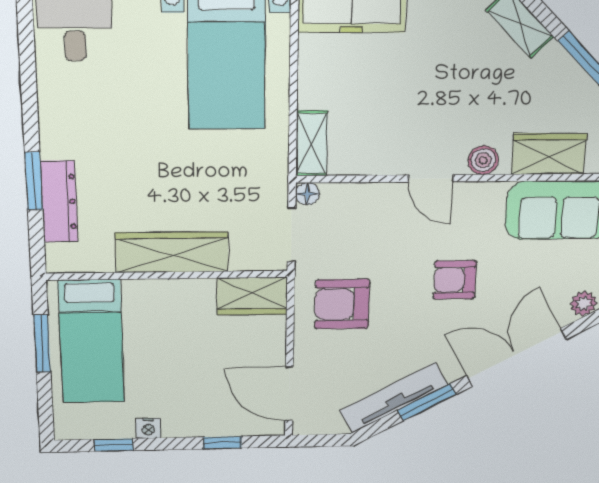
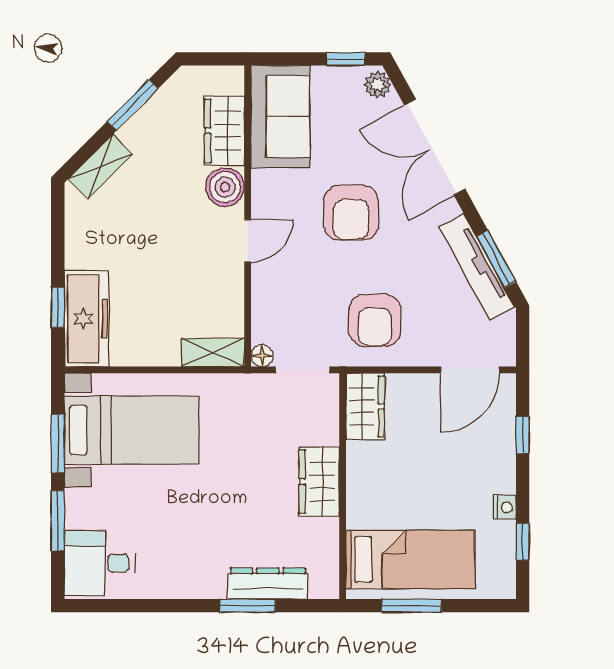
boiler: (483, 160) -> (225, 187), width x1.36, depth x1.36
wardrobe: (172, 252) -> (319, 482), width x0.67
armchair: (455, 280) -> (351, 213), width x1.38, depth x1.38
window: (427, 402) -> (496, 259), moved

